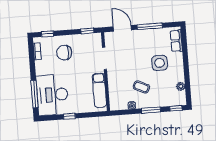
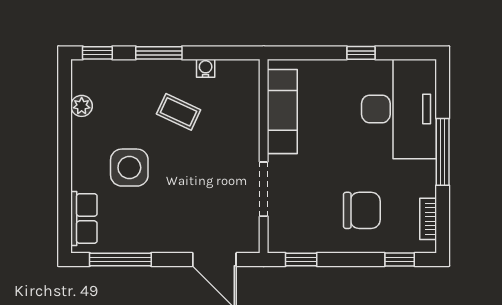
window: (150, 26) -> (120, 259), moved
window: (34, 94) -> (443, 152), moved

